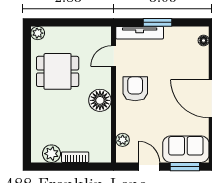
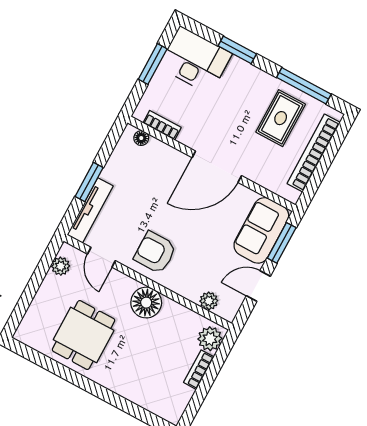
plant: (38, 33) -> (61, 266), moved
plant: (51, 154) -> (210, 339), moved

